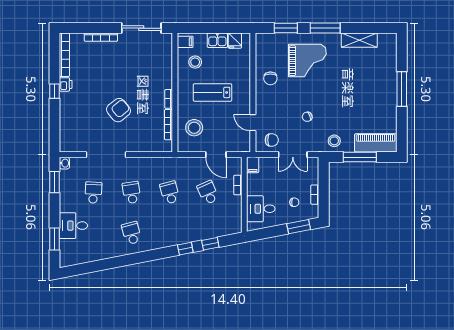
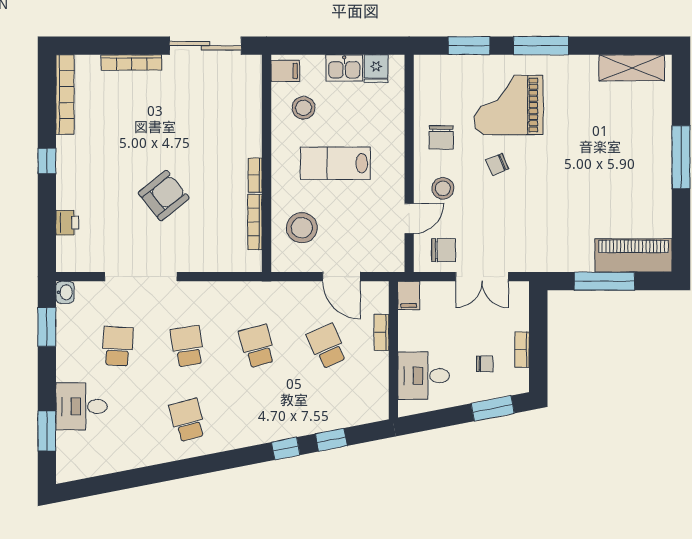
shelving: (359, 40) -> (632, 68), moved
grand piano: (307, 61) -> (509, 105), turned 180
printer: (66, 84) -> (67, 223), moved
chair: (307, 117) -> (497, 164), moved
door: (253, 123) -> (409, 219), swing flipped
stool: (334, 141) -> (443, 188), moved

